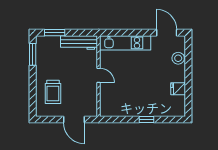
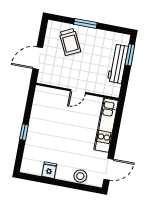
workbench: (79, 43) -> (118, 64), moved
window: (33, 54) -> (85, 23), moved
trolley: (53, 92) -> (70, 42), turned -116

